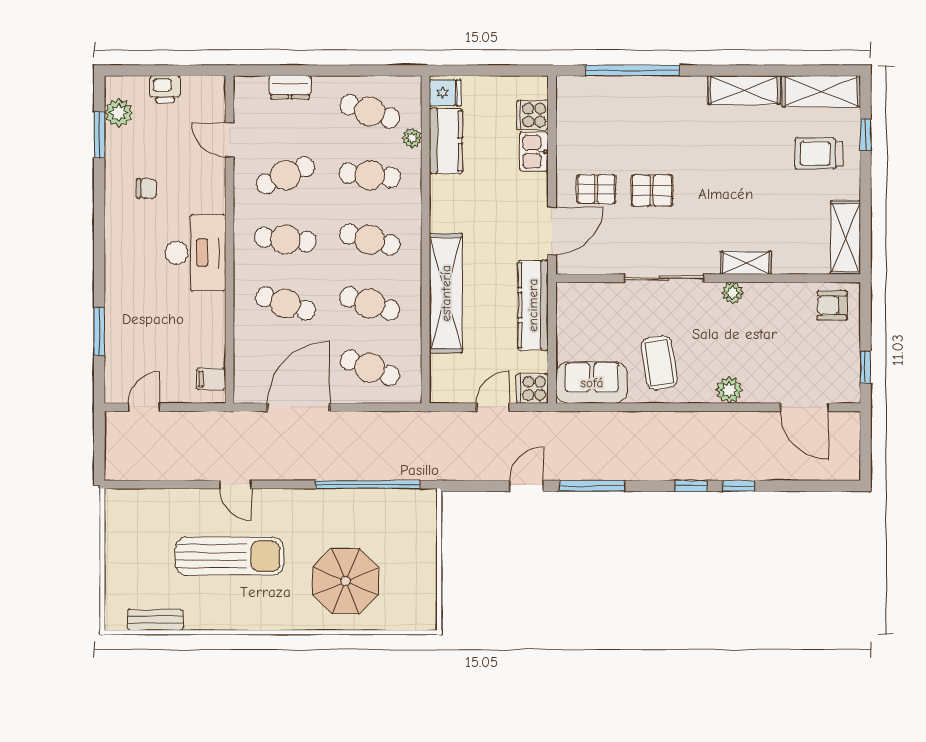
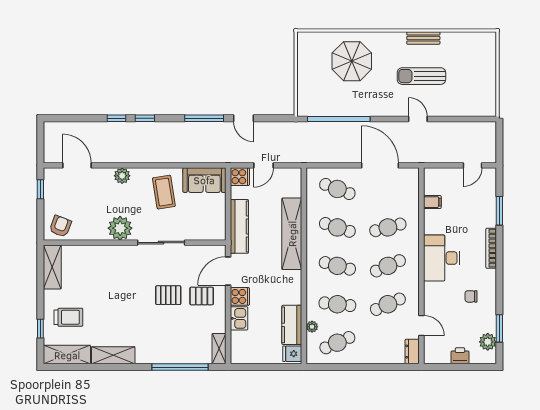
dresser: (290, 87) -> (412, 352), moved, turned -90
cafe table: (370, 111) -> (337, 343), turned -42
cooker: (532, 115) -> (240, 296), moved
cafe table: (285, 239) -> (388, 266), turned -30
shelving: (746, 263) -> (219, 349), moved, turned 90
bookcase: (113, 269) -> (491, 248), added
plant: (732, 293) -> (120, 228), width x1.88, depth x1.88
cafe table: (285, 304) -> (388, 227), turned -33
armchair: (832, 306) -> (60, 226), turned -69
filing cabinet: (211, 379) -> (432, 202), moved
door: (299, 407) -> (380, 165), swing flipped
door: (526, 486) -> (244, 118), hinge flipped
sun lounger: (229, 556) -> (421, 76), width x0.73, depth x0.75
bench: (155, 620) -> (423, 38), moved

